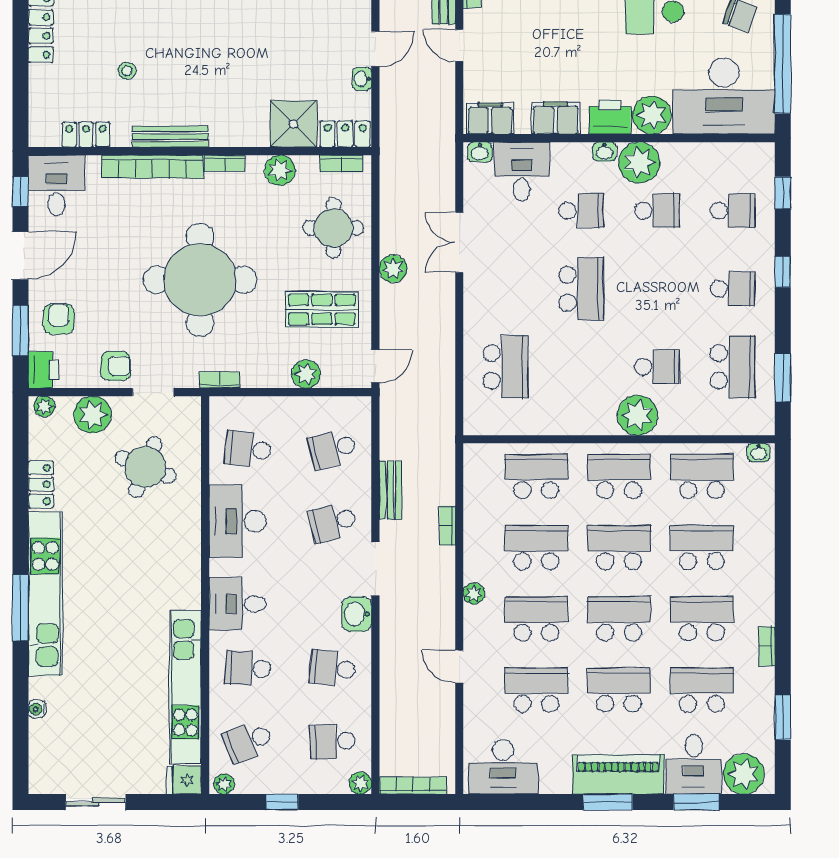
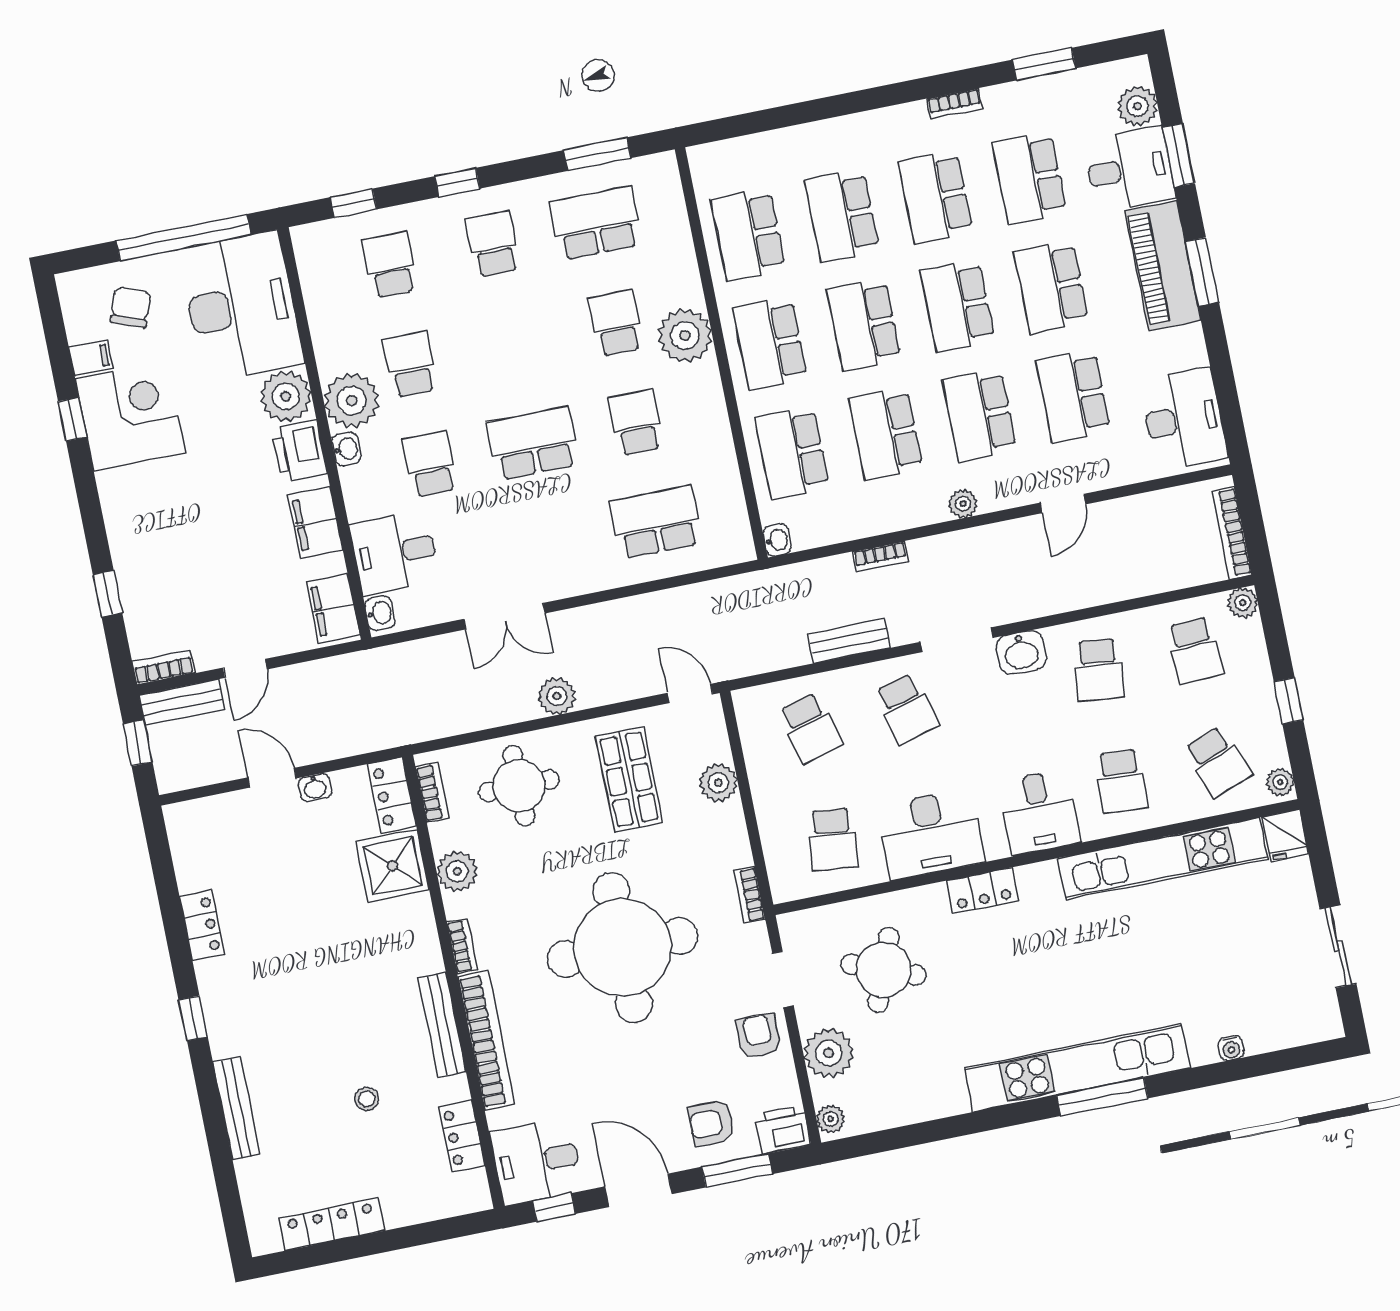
school desk: (581, 367) -> (636, 423), added
washbasin: (759, 452) -> (777, 540), moved
locker: (41, 484) -> (982, 891), moved, turned 180
plant: (744, 774) -> (1137, 106), width x0.73, depth x0.73

